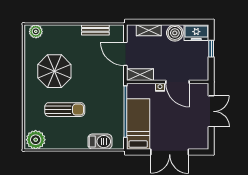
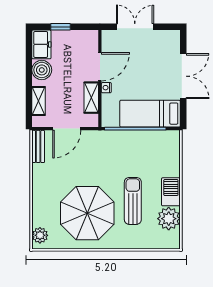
bench: (95, 30) -> (38, 146), moved
parasol: (54, 71) -> (87, 213), width x1.36, depth x1.36
shelving: (140, 75) -> (91, 98), moved
plant: (36, 140) -> (169, 219), moved
barbecue: (100, 142) -> (171, 192), moved

